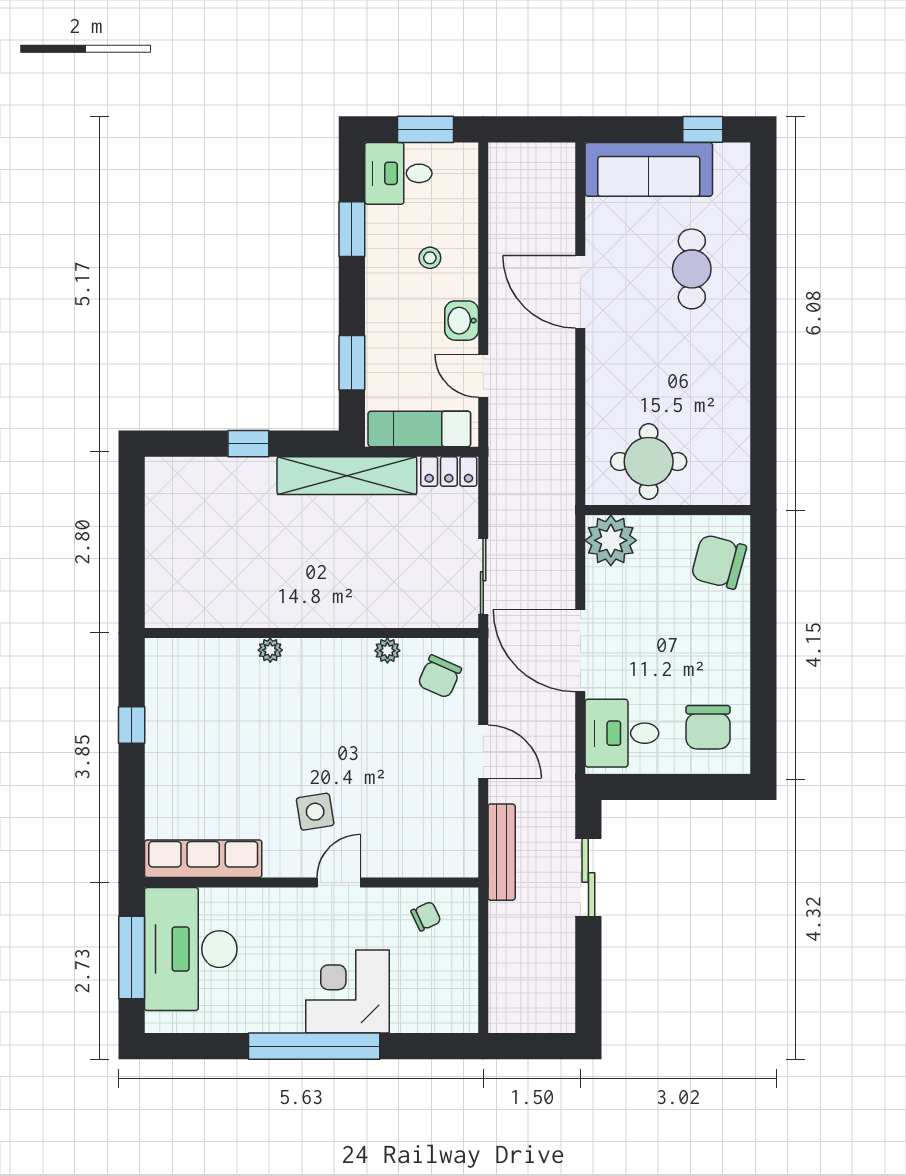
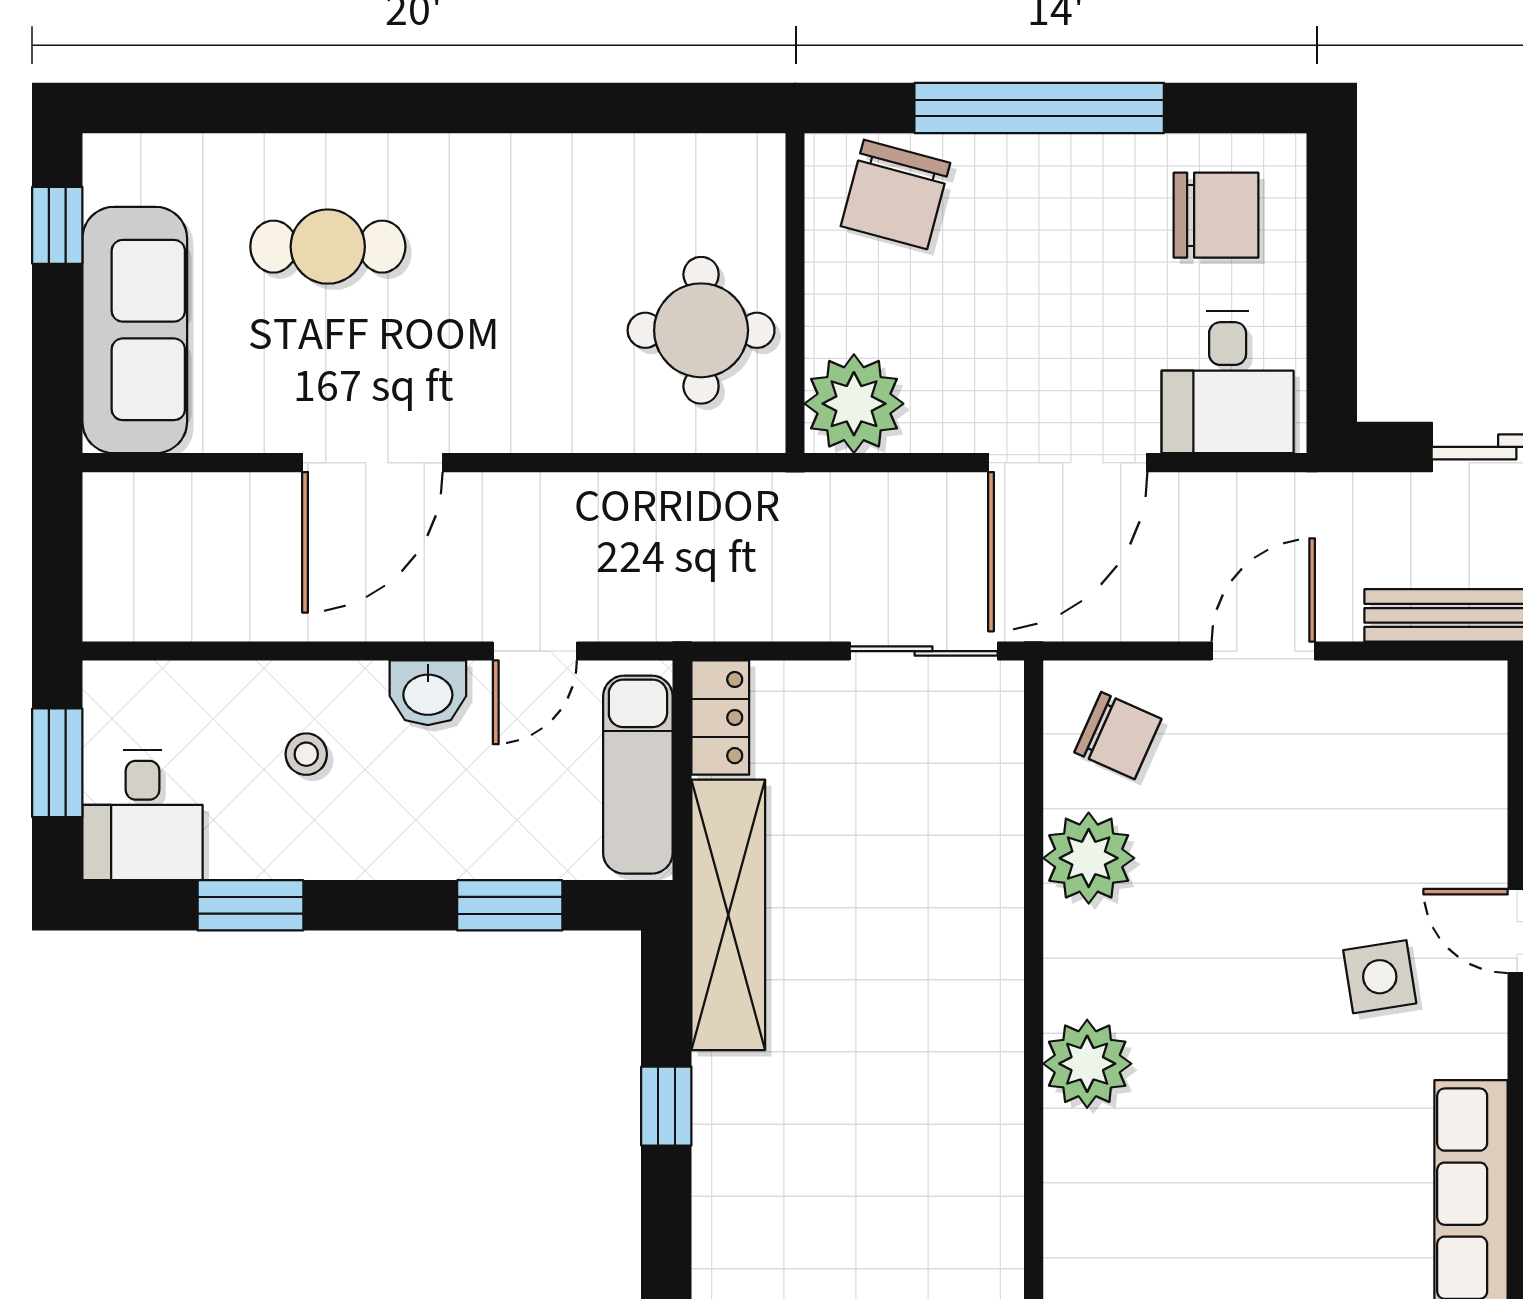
window: (763, 636) -> (1039, 108), added
plant: (270, 650) -> (1087, 1064), width x1.88, depth x1.88
plant: (387, 651) -> (1089, 858), width x1.87, depth x1.87

